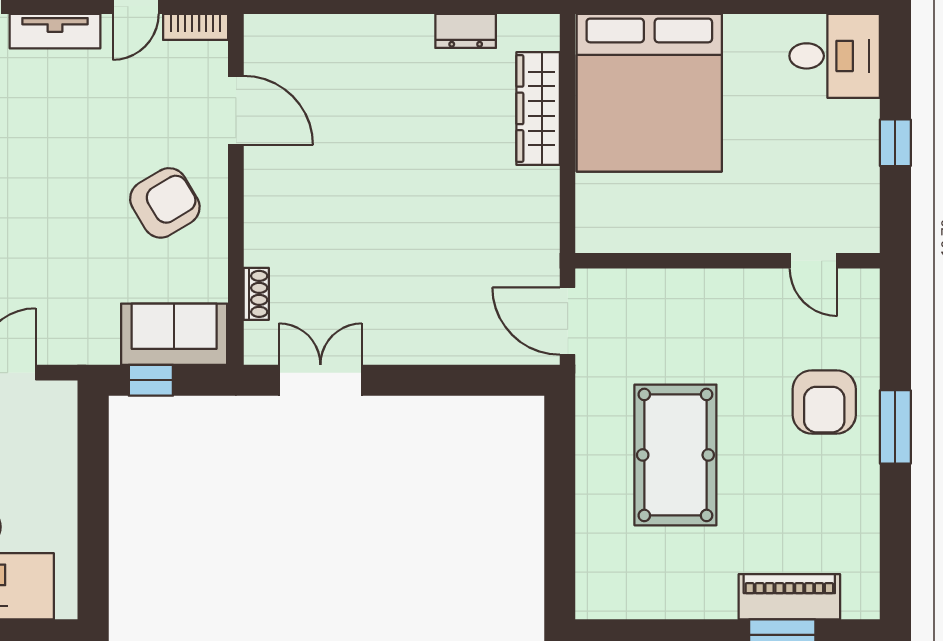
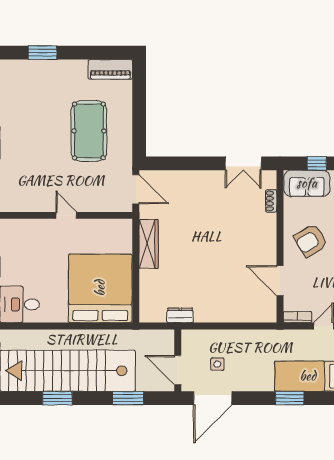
wardrobe: (538, 108) -> (149, 244), moved
door: (814, 261) -> (66, 215), moved
armchair: (824, 402) -> (24, 154), removed
piano: (789, 597) -> (110, 69), moved

